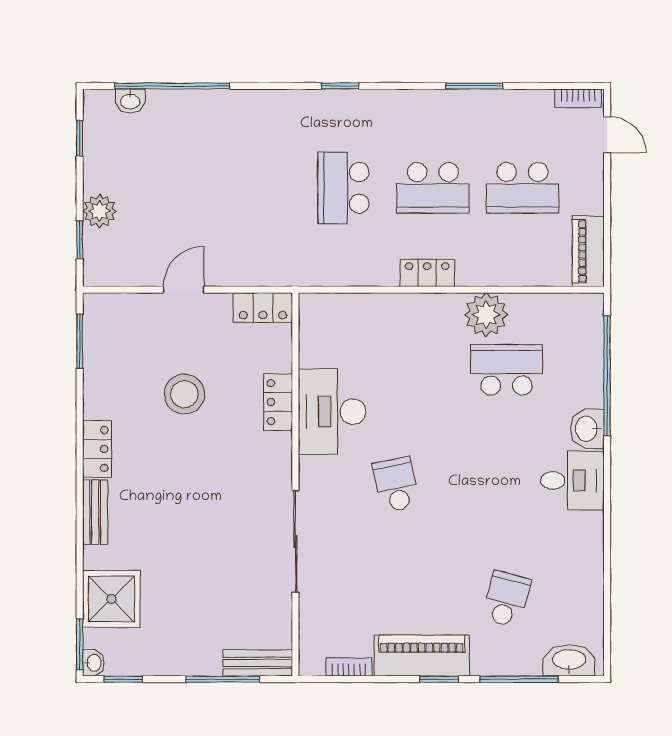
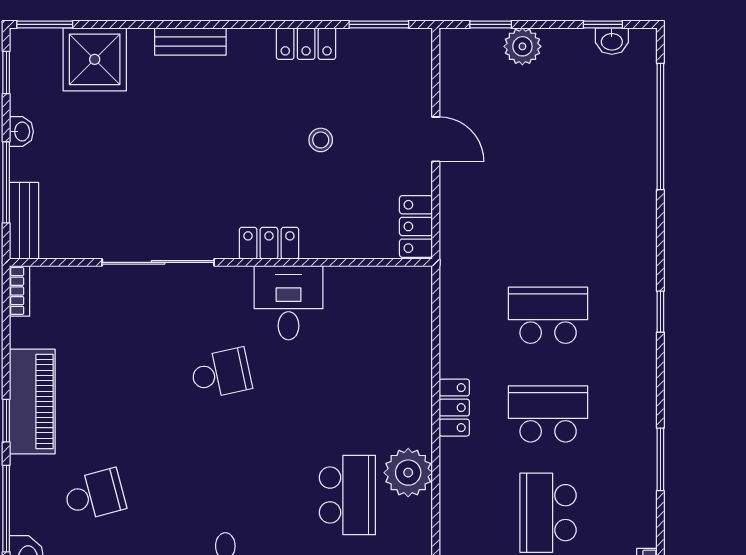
washbasin: (130, 101) -> (612, 41), moved, turned -90
school desk: (433, 188) -> (548, 414), turned 90
stool: (184, 394) -> (321, 140), width x0.53, depth x0.53
locker: (278, 402) -> (269, 243), moved
desk: (332, 412) -> (289, 303), width x0.73
locker: (97, 449) -> (306, 44), moved
school desk: (506, 599) -> (95, 495), turned -30
washbasin: (94, 663) -> (21, 132), moved, turned -90
bookcase: (349, 667) -> (20, 291), moved

